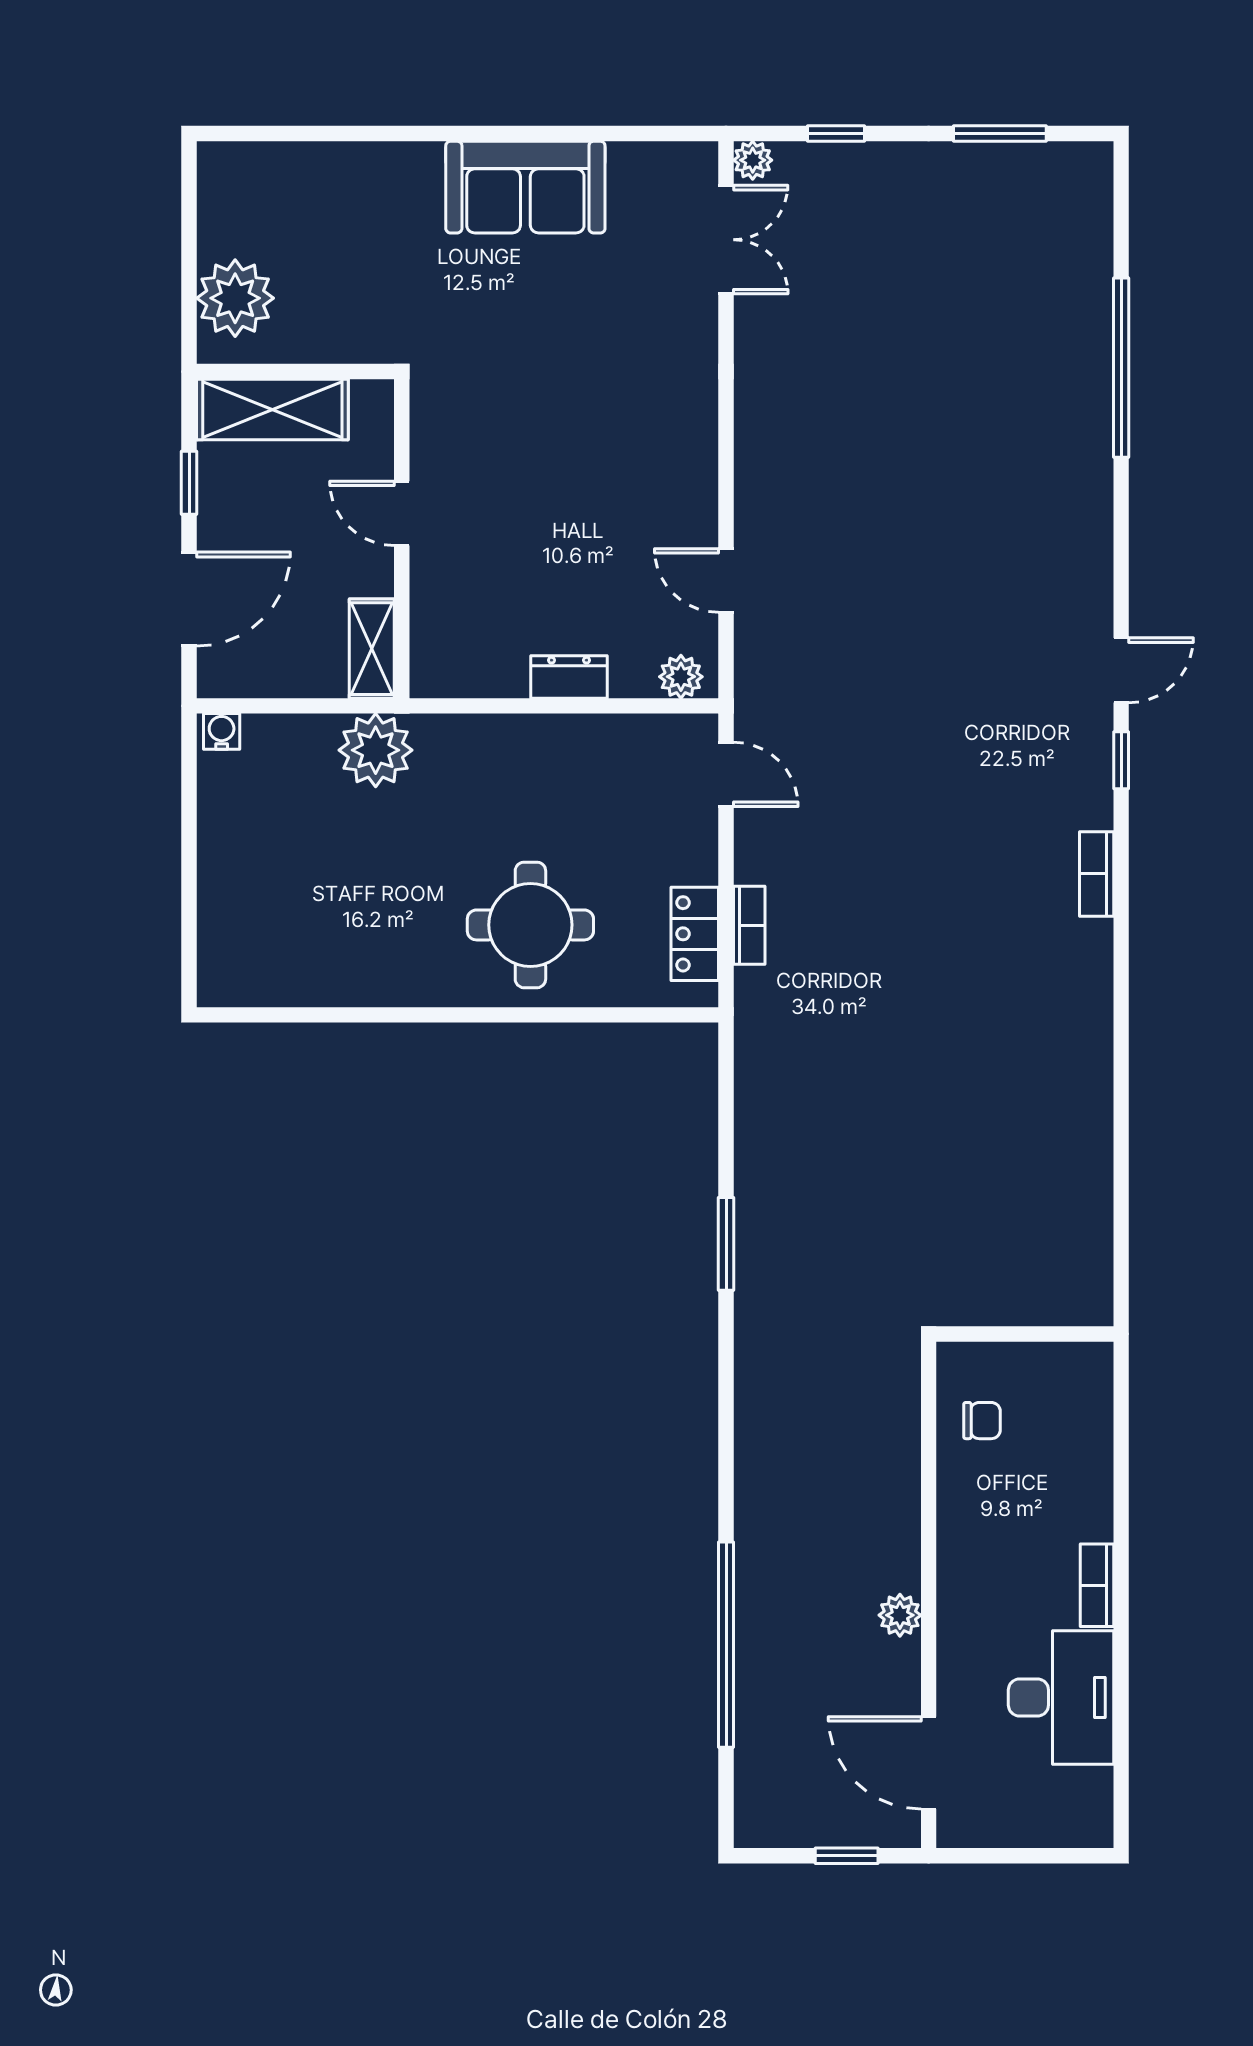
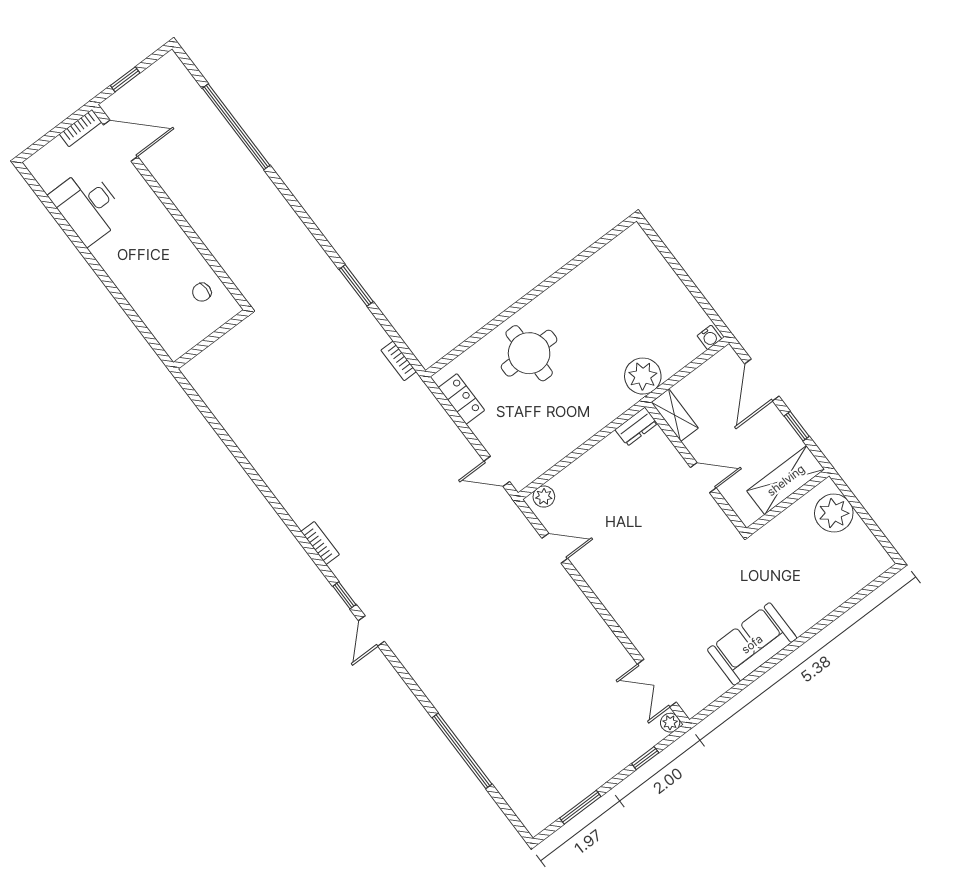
dresser: (569, 677) -> (636, 427), moved
bookcase: (749, 925) -> (399, 361), moved
bookcase: (1097, 1585) -> (80, 128), moved, turned 90
plant: (900, 1615) -> (176, 191), removed

